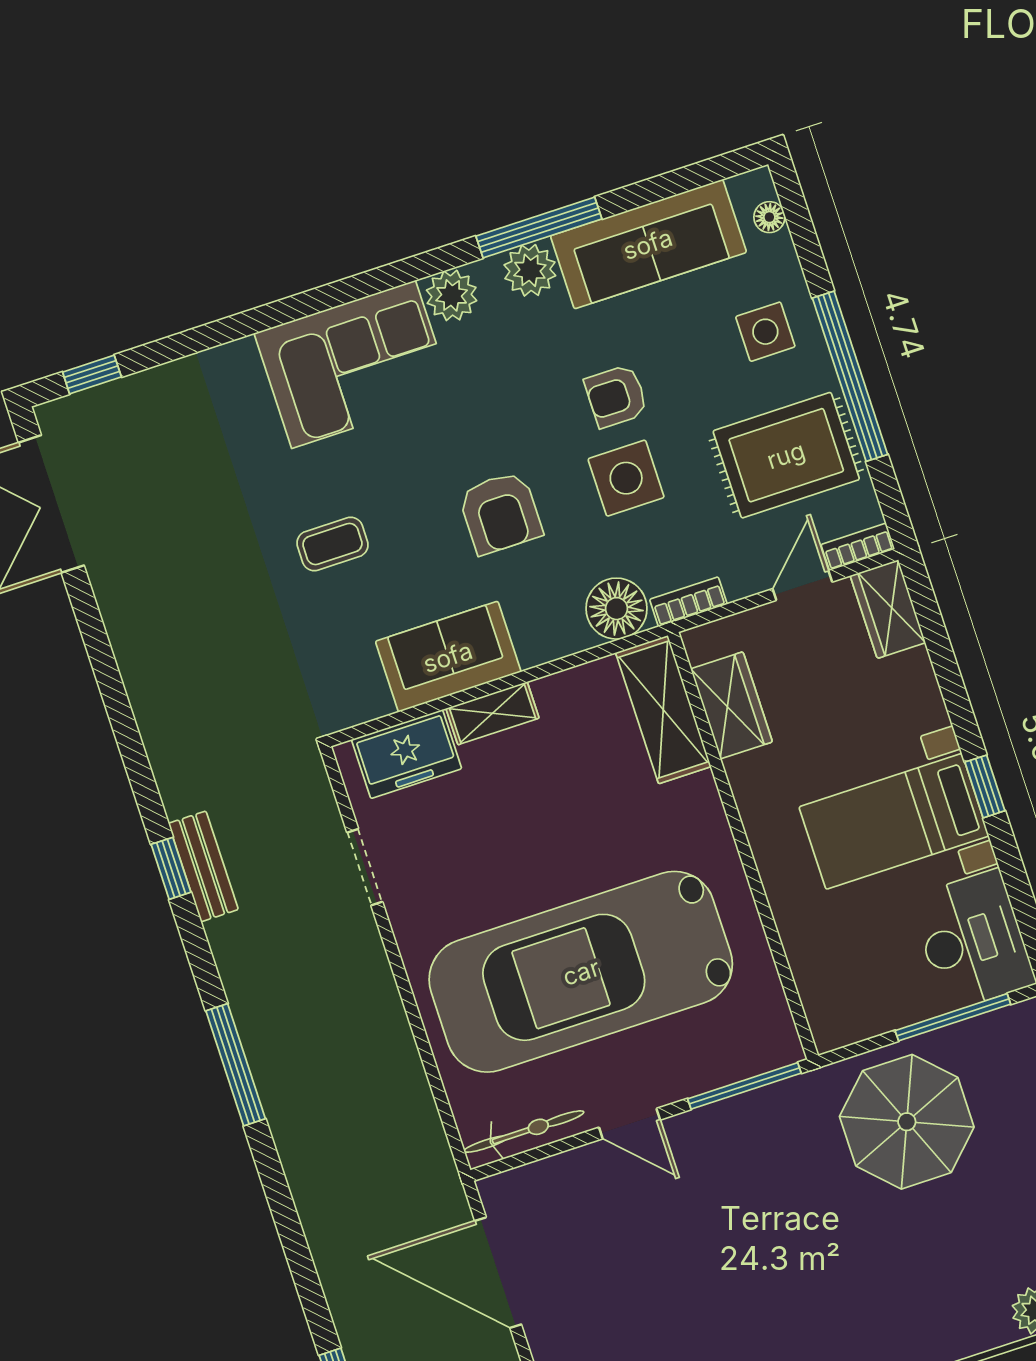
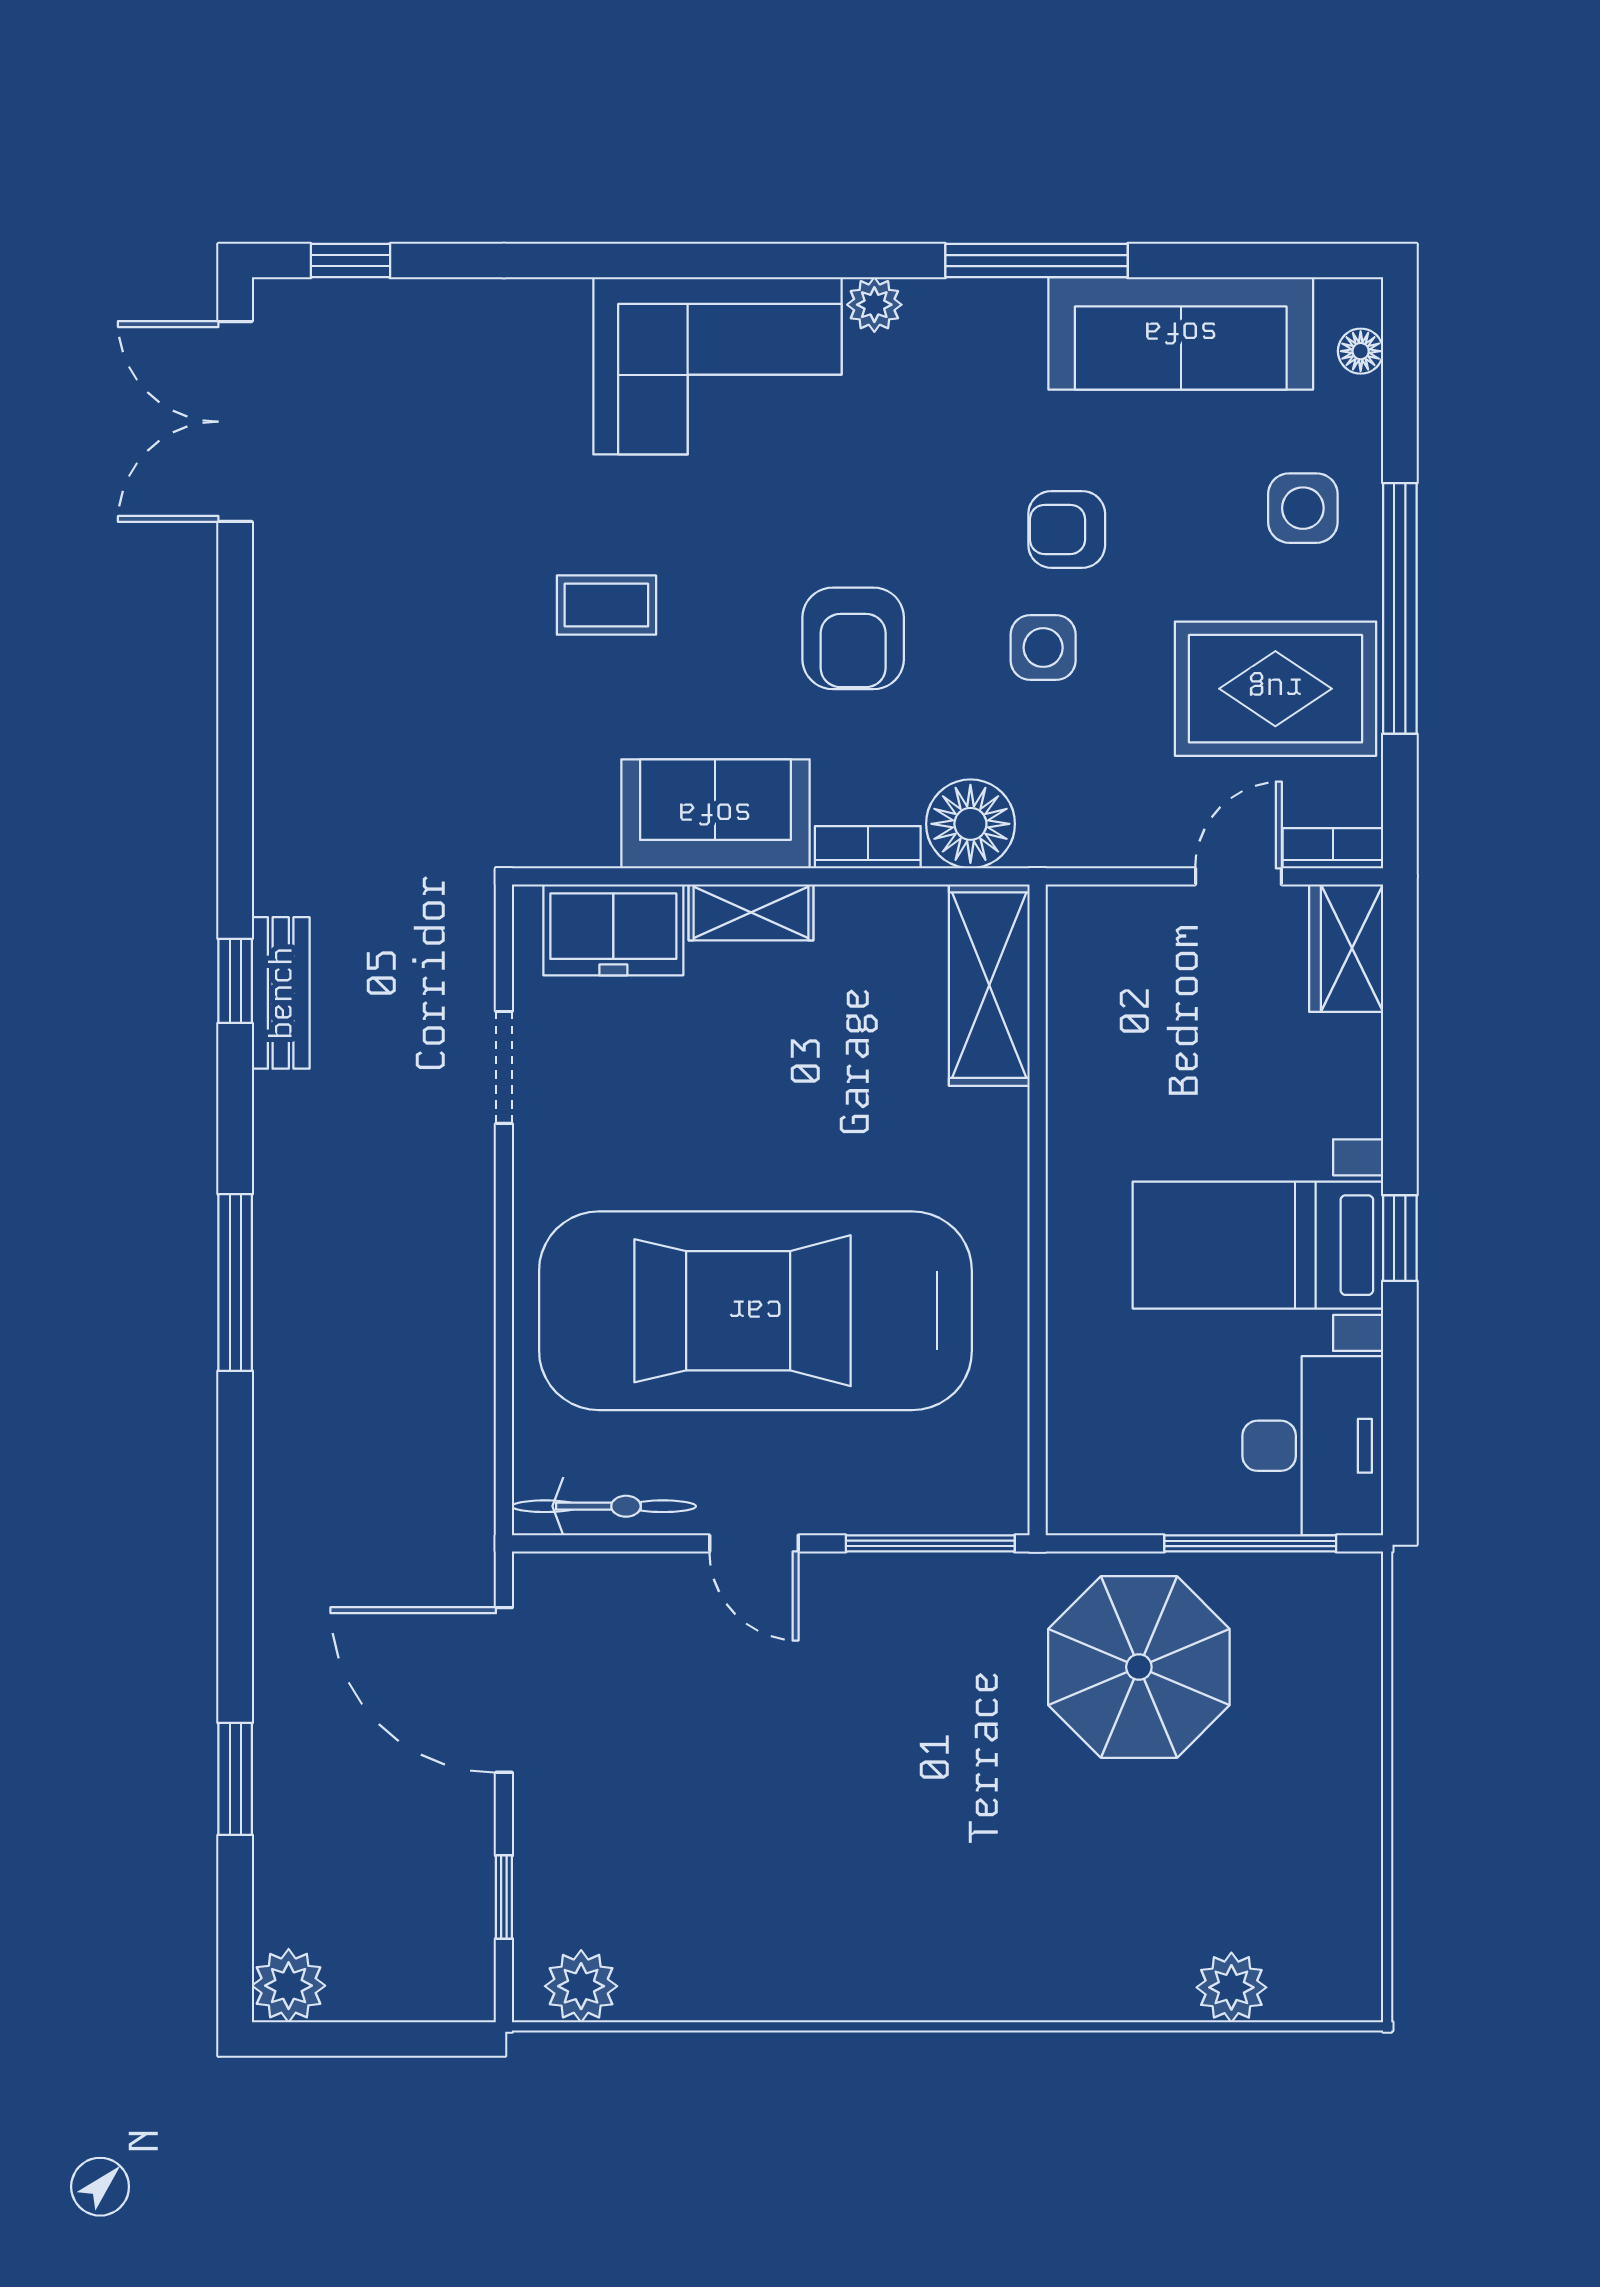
plant: (530, 270) -> (1005, 316), removed
plant: (452, 295) -> (874, 305), width x0.73, depth x0.73
side table: (626, 478) -> (1043, 648), width x0.73, depth x0.73
bookcase: (688, 602) -> (868, 847), moved
wardrobe: (732, 705) -> (1086, 1010), removed

